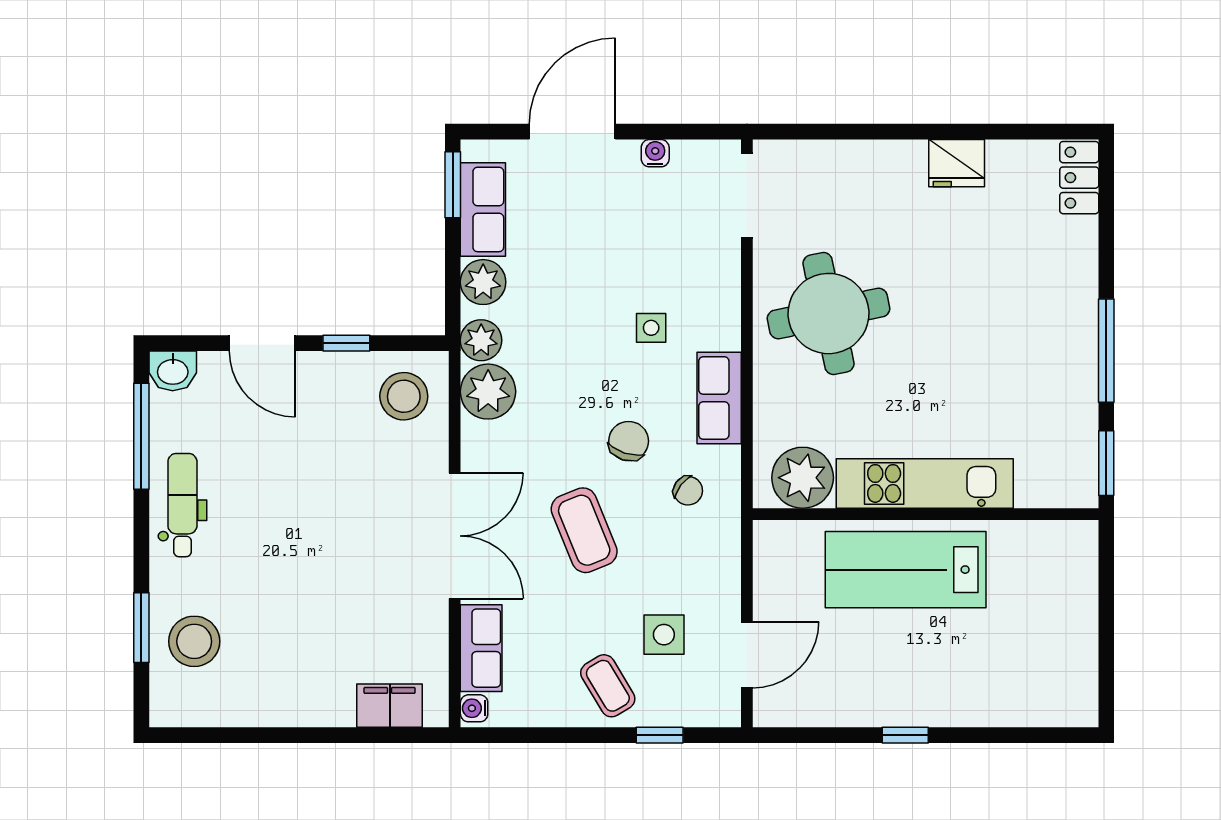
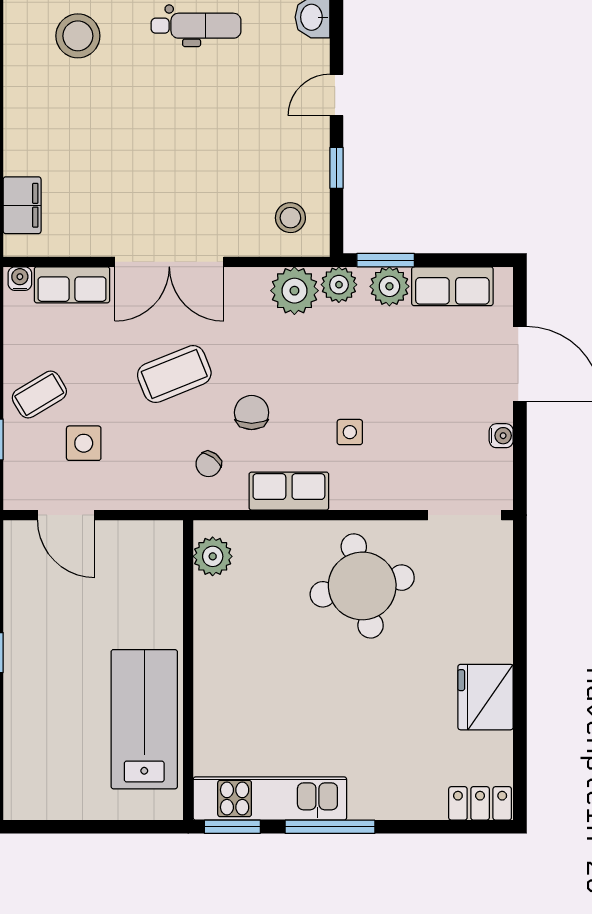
fridge: (957, 163) -> (486, 697), width x1.36, depth x1.34
window: (453, 185) -> (386, 260), moved
door: (262, 343) -> (337, 95), width x0.73
stool: (404, 396) -> (290, 218), width x0.73, depth x0.73
chair: (629, 441) -> (252, 413), turned -108
plant: (803, 478) -> (213, 556), width x0.73, depth x0.73
kitchen unit: (925, 483) -> (270, 799), moved, turned -90
lab bench: (906, 570) -> (144, 719), moved

